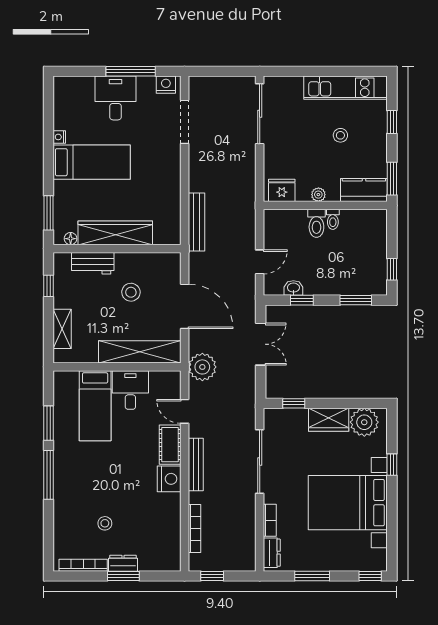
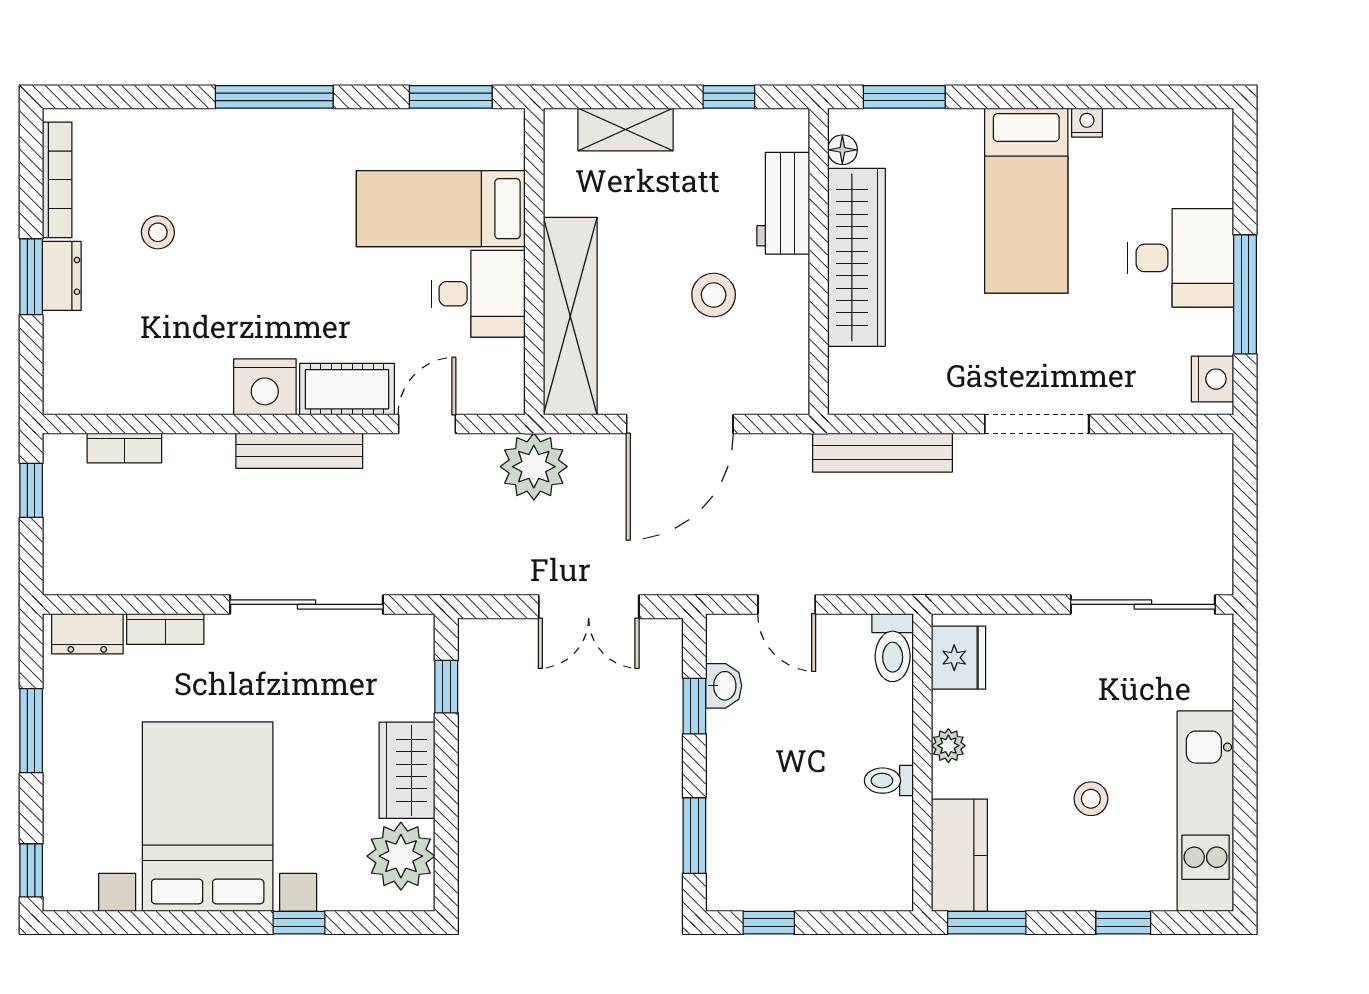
doorway: (185, 122) -> (1037, 424), moved
toilet: (316, 223) -> (893, 648), moved, turned -90
window: (49, 423) -> (451, 97), moved
bookcase: (195, 529) -> (124, 448), width x0.64

